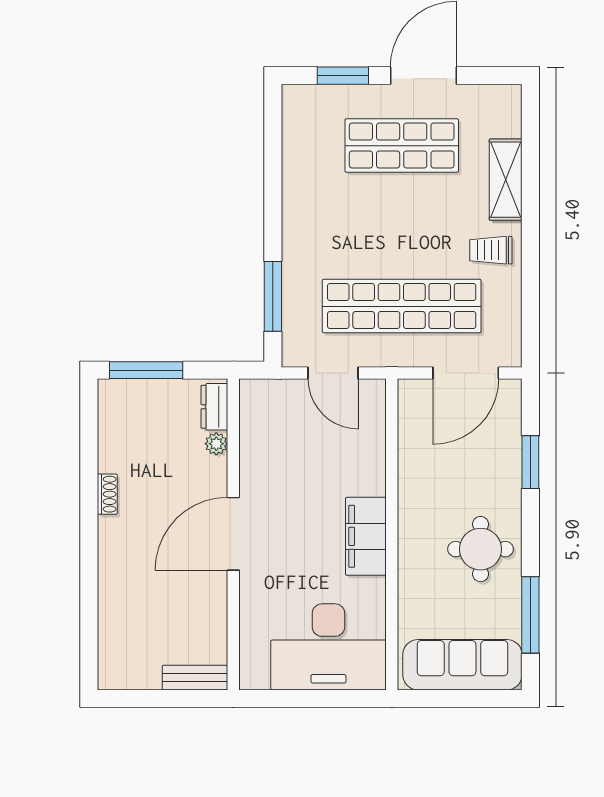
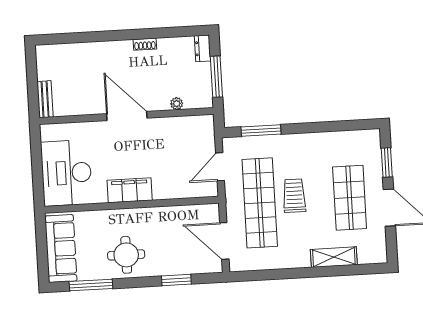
trolley: (491, 250) -> (294, 196), moved, width x1.36, depth x1.39
window: (146, 370) -> (216, 77), moved
dresser: (214, 407) -> (203, 48), moved, turned -90

